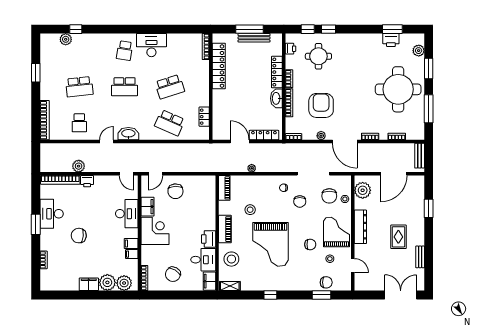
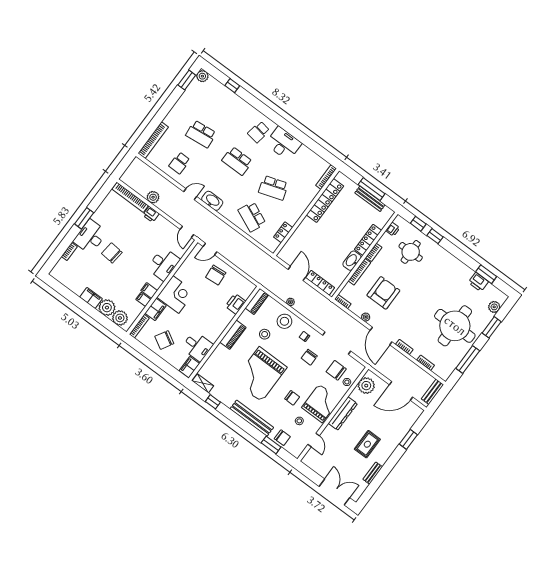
plant: (66, 39) -> (202, 76), moved
window: (36, 73) -> (187, 80), moved
chair: (329, 196) -> (336, 370), turned 90
filing cabinet: (148, 207) -> (156, 309), moved
desk: (52, 214) -> (90, 237), moved
printer: (209, 239) -> (235, 304), moved
stool: (231, 259) -> (284, 321), moved
bench: (290, 285) -> (252, 418), added
window: (270, 295) -> (213, 402), moved

